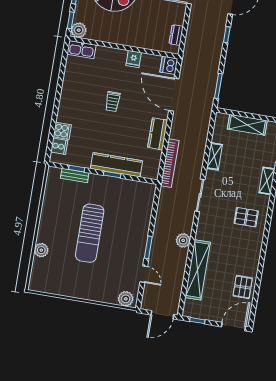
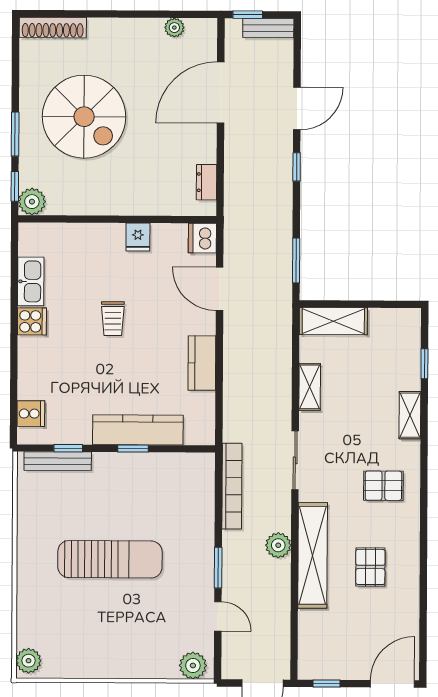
kitchen sink: (81, 50) -> (31, 281), moved, turned -90
door: (174, 95) -> (220, 289), width x0.73
shelving: (247, 125) -> (333, 321), moved
cooker: (62, 131) -> (32, 321), moved
bookcase: (170, 163) -> (232, 486), moved
bench: (75, 176) -> (58, 461), width x1.36
sun lounger: (90, 233) -> (110, 559), turned -90
plant: (41, 250) -> (29, 661), moved
shelving: (198, 270) -> (313, 555), moved
pallet: (243, 287) -> (370, 567), moved

